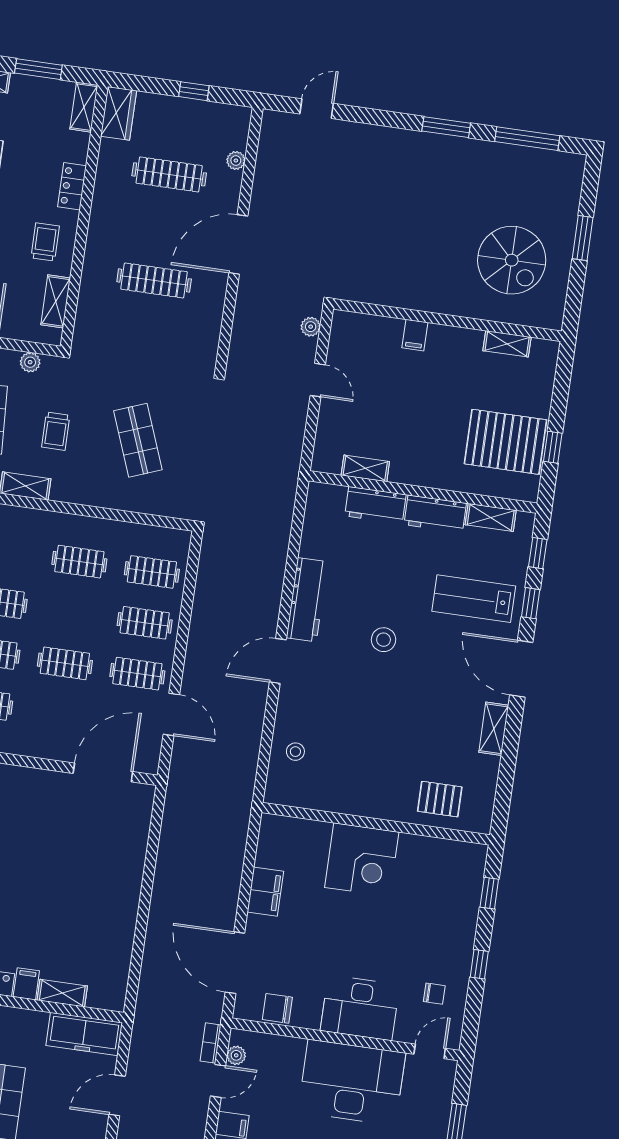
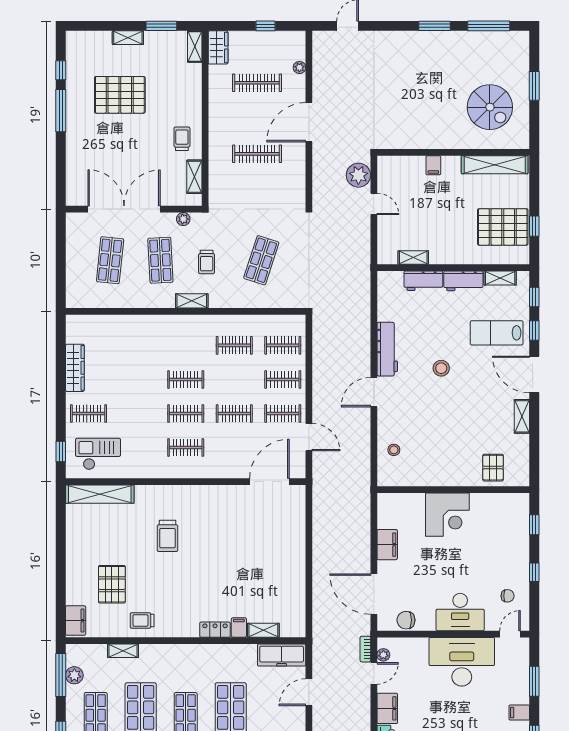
locker: (72, 186) -> (194, 100), removed
plant: (311, 327) -> (358, 175), width x1.87, depth x1.87
shelving: (507, 344) -> (495, 165), width x2.20, depth x1.33
shop shelf: (138, 440) -> (261, 260), turned 39
pallet: (440, 799) -> (493, 468), turned 90

